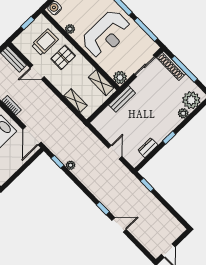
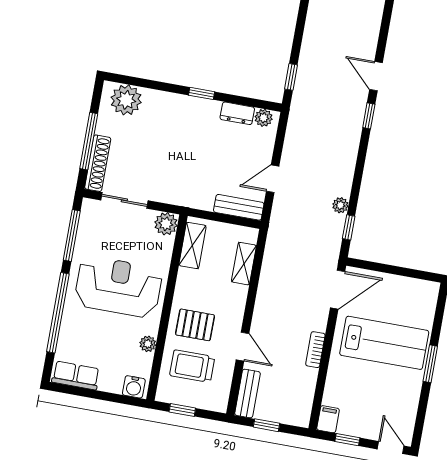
bench: (122, 99) -> (239, 207), moved
plant: (183, 113) -> (264, 118), moved
door: (115, 152) -> (273, 179), moved

